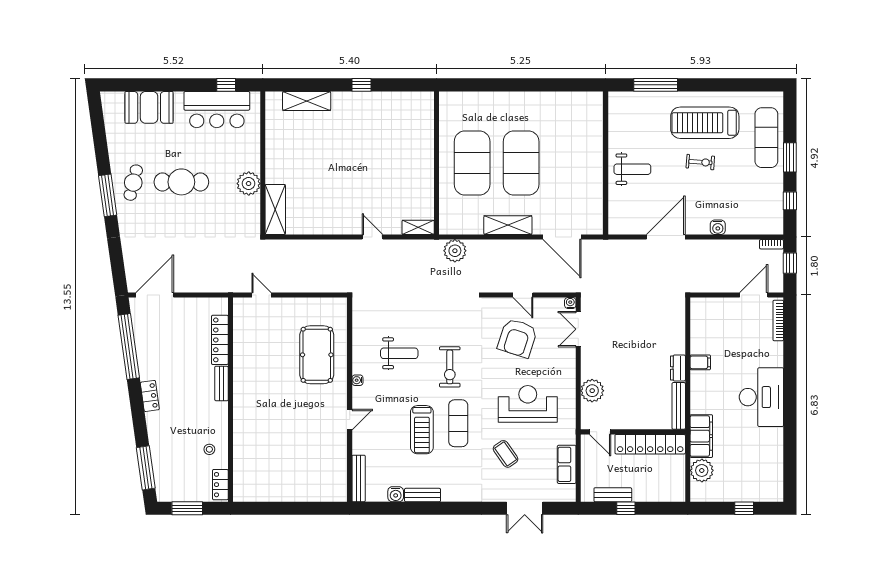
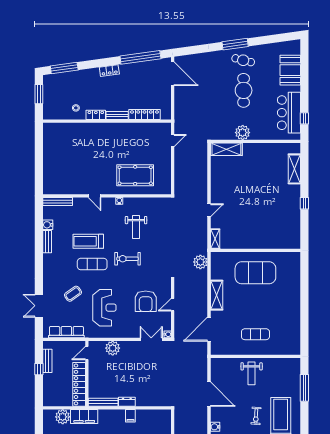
exercise mat: (521, 163) -> (255, 334), moved, width x0.50, depth x0.69
armchair: (517, 338) -> (146, 301), turned -108
row of seats: (567, 464) -> (66, 332), width x1.48
locker: (220, 485) -> (96, 115), moved

